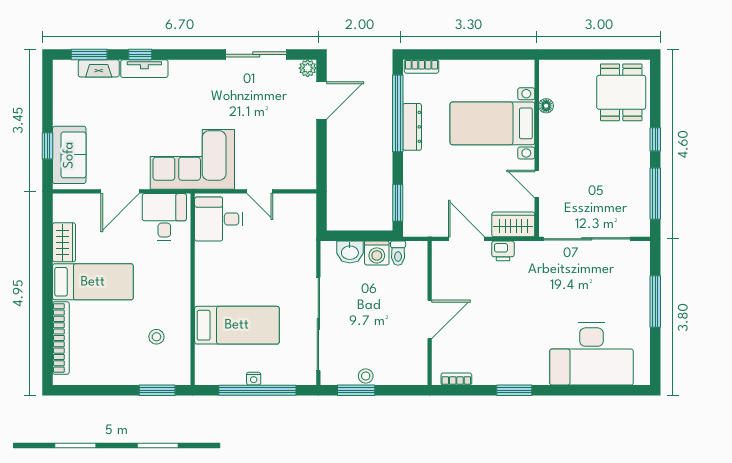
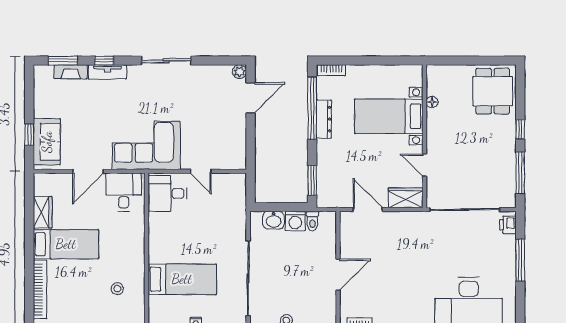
sliding door: (256, 54) -> (166, 61), moved
printer: (503, 251) -> (508, 225), moved, turned 90

